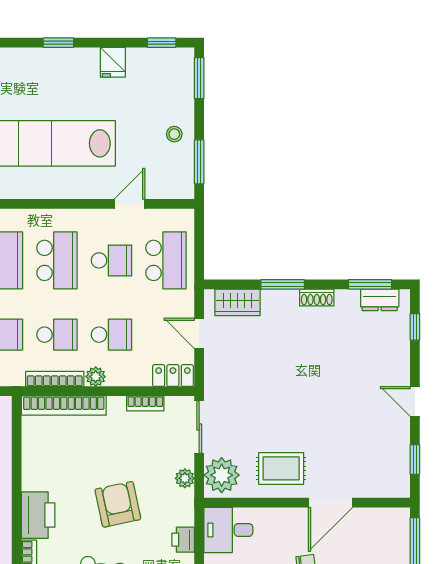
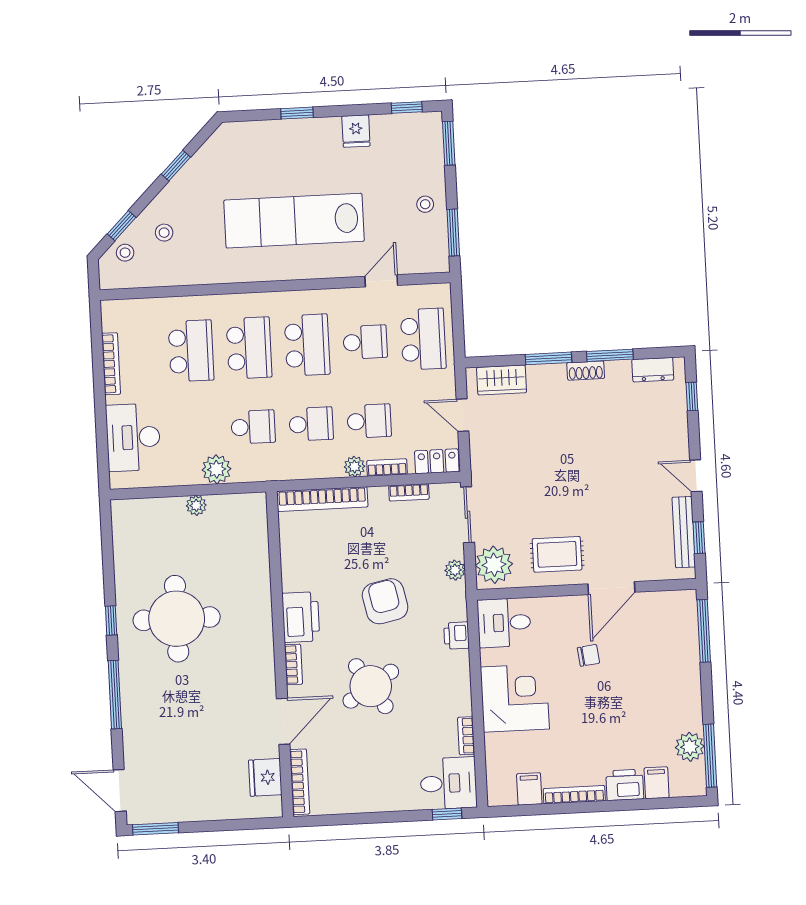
window: (370, 284) -> (610, 355), moved
bookcase: (55, 379) -> (387, 467), moved, width x0.64
bench: (401, 454) -> (684, 532), added

